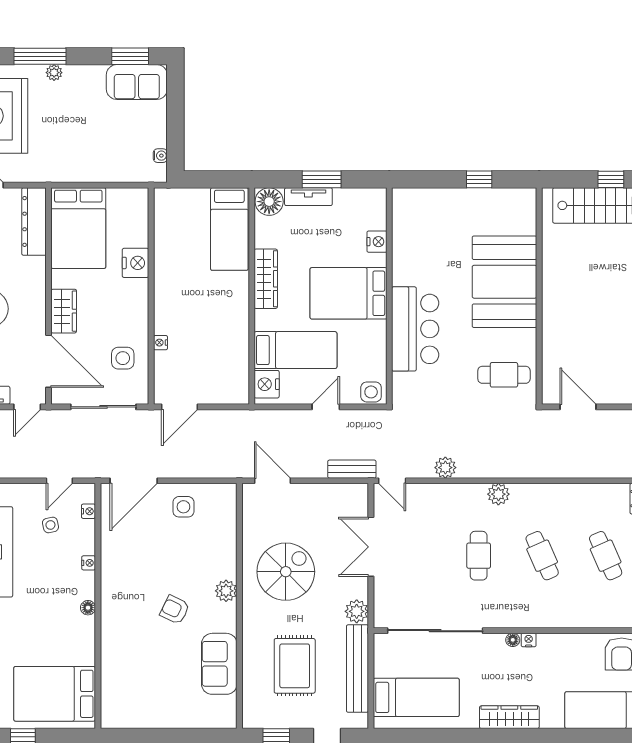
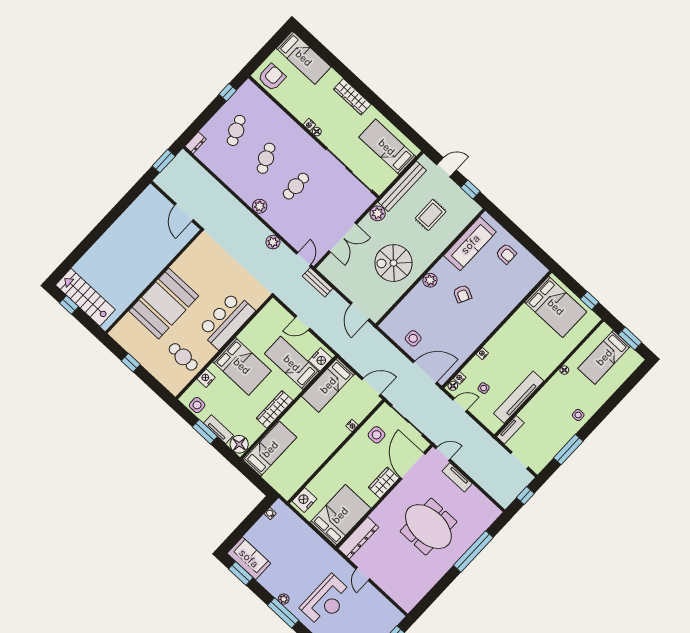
nightstand: (136, 263) -> (304, 500), moved
bed: (231, 363) -> (328, 385), added
cafe table: (504, 375) -> (183, 357), moved
side table: (371, 392) -> (197, 405), moved
floor lamp: (88, 608) -> (453, 386), moved
sofa: (219, 664) -> (470, 244), width x1.36
rug: (295, 666) -> (431, 215), width x0.73, depth x0.70
armchair: (167, 702) -> (506, 254), added

